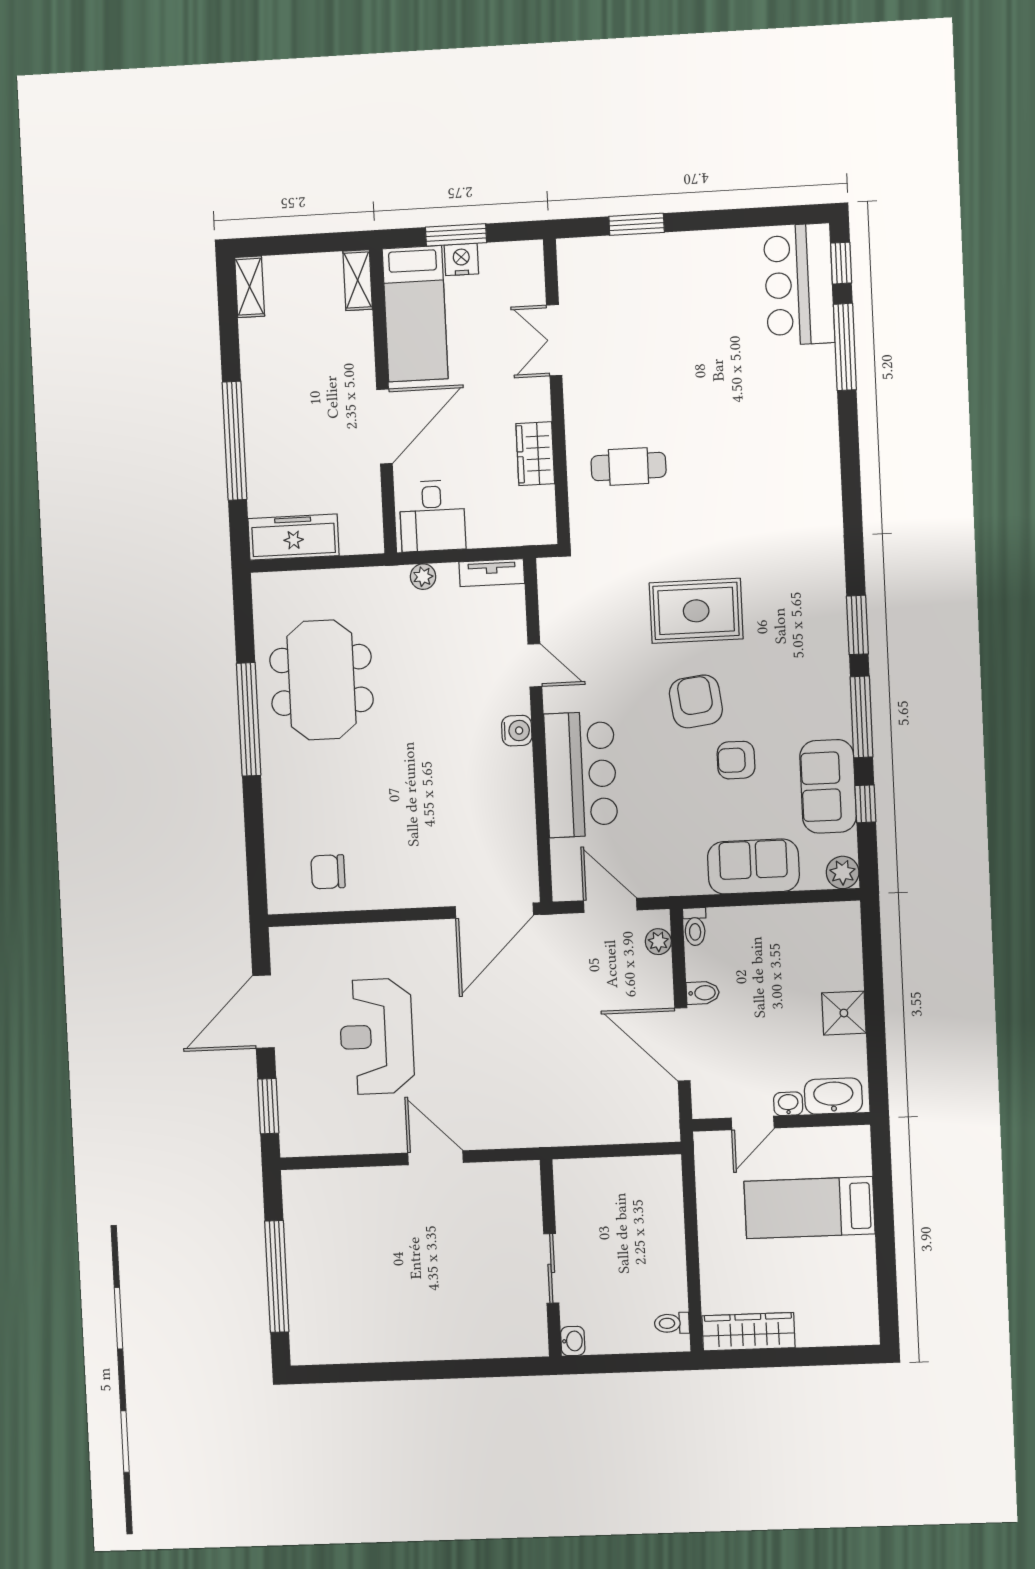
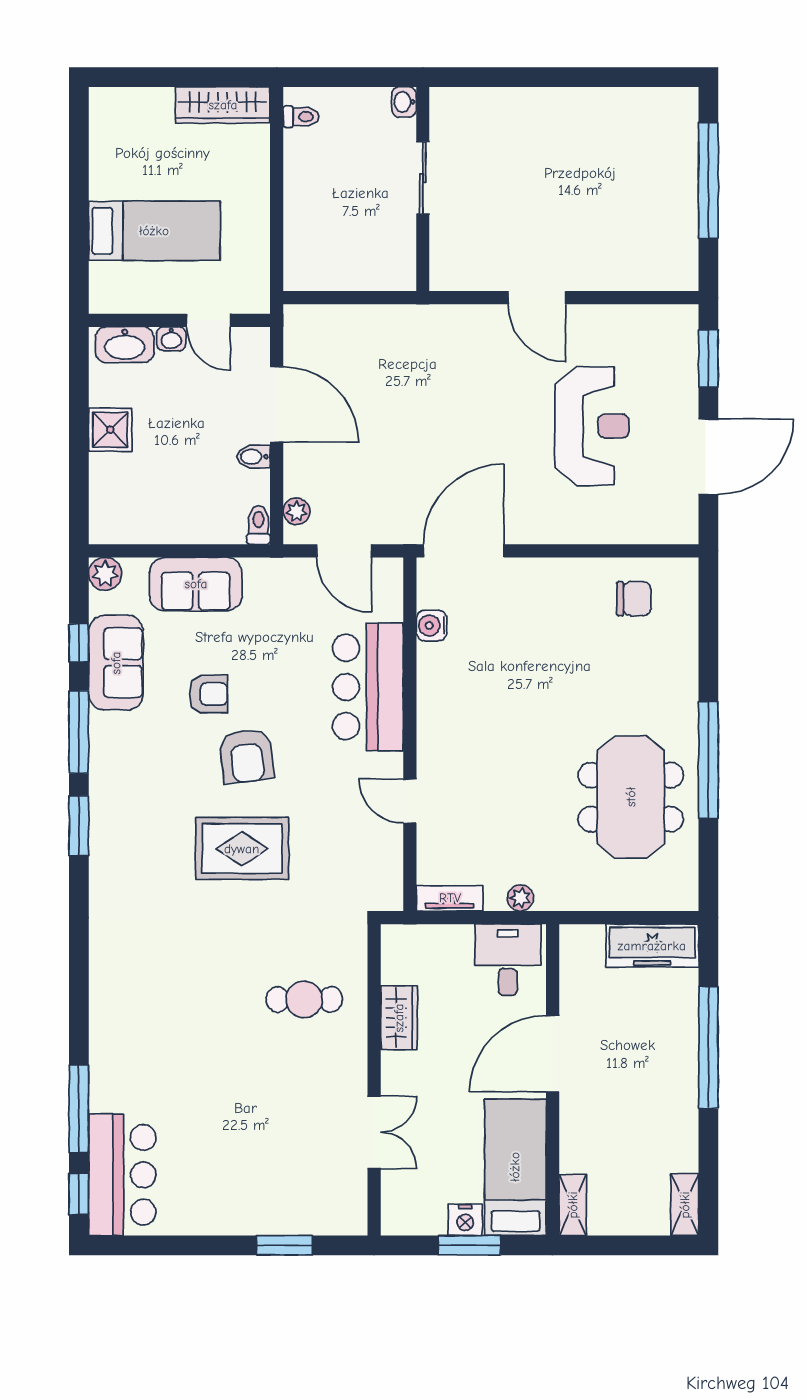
water cooler: (517, 731) -> (432, 625), moved
door: (753, 1123) -> (208, 320), swing flipped

